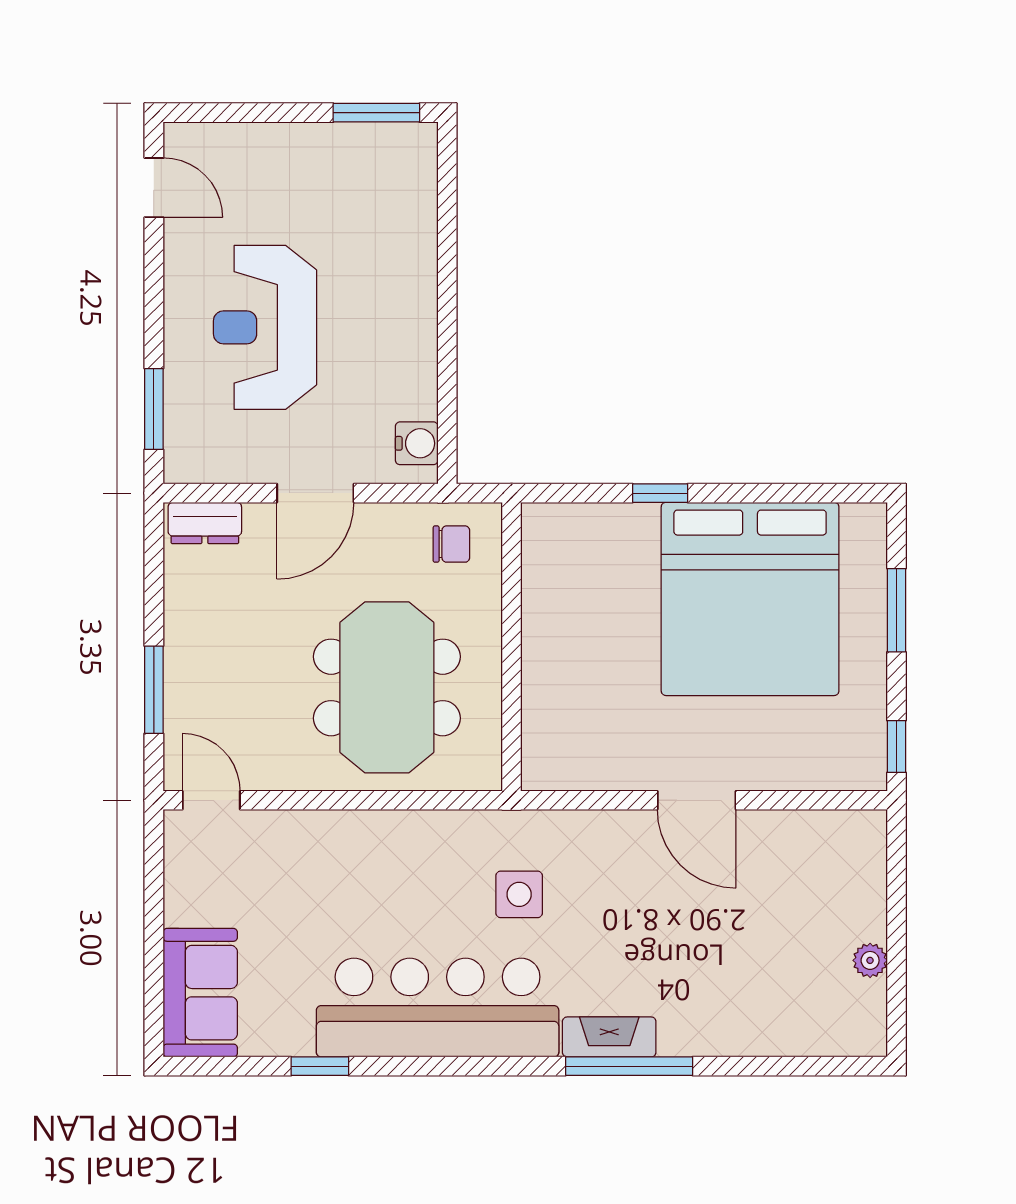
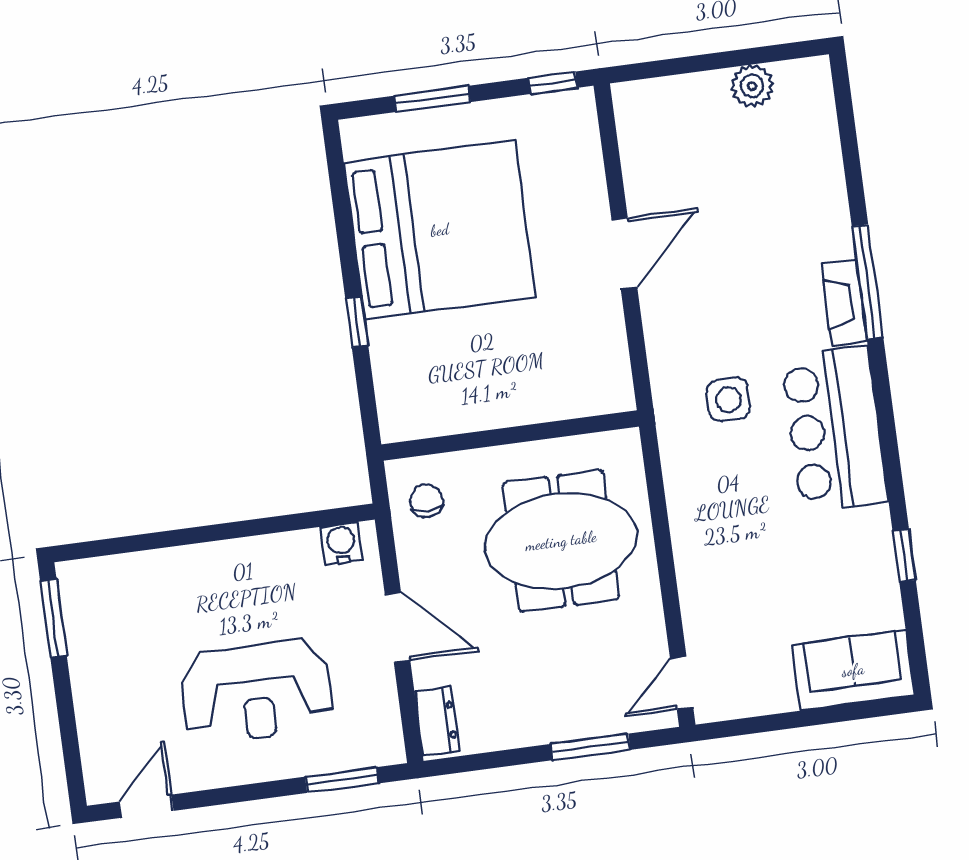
plant: (870, 960) -> (752, 86), width x1.38, depth x1.38
bar counter: (438, 1008) -> (835, 430), width x0.73

